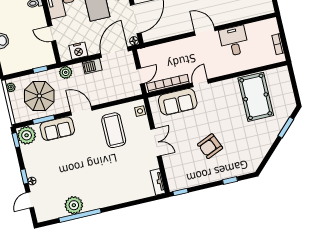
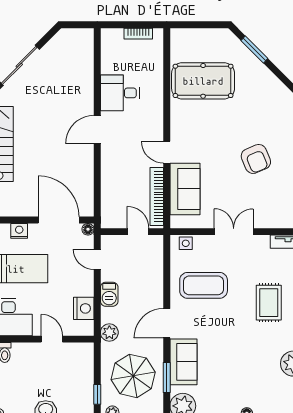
door: (52, 34) -> (52, 339), swing flipped
door: (115, 52) -> (97, 259), width x0.53
window: (40, 69) -> (97, 394), moved
rug: (112, 178) -> (269, 303), added

